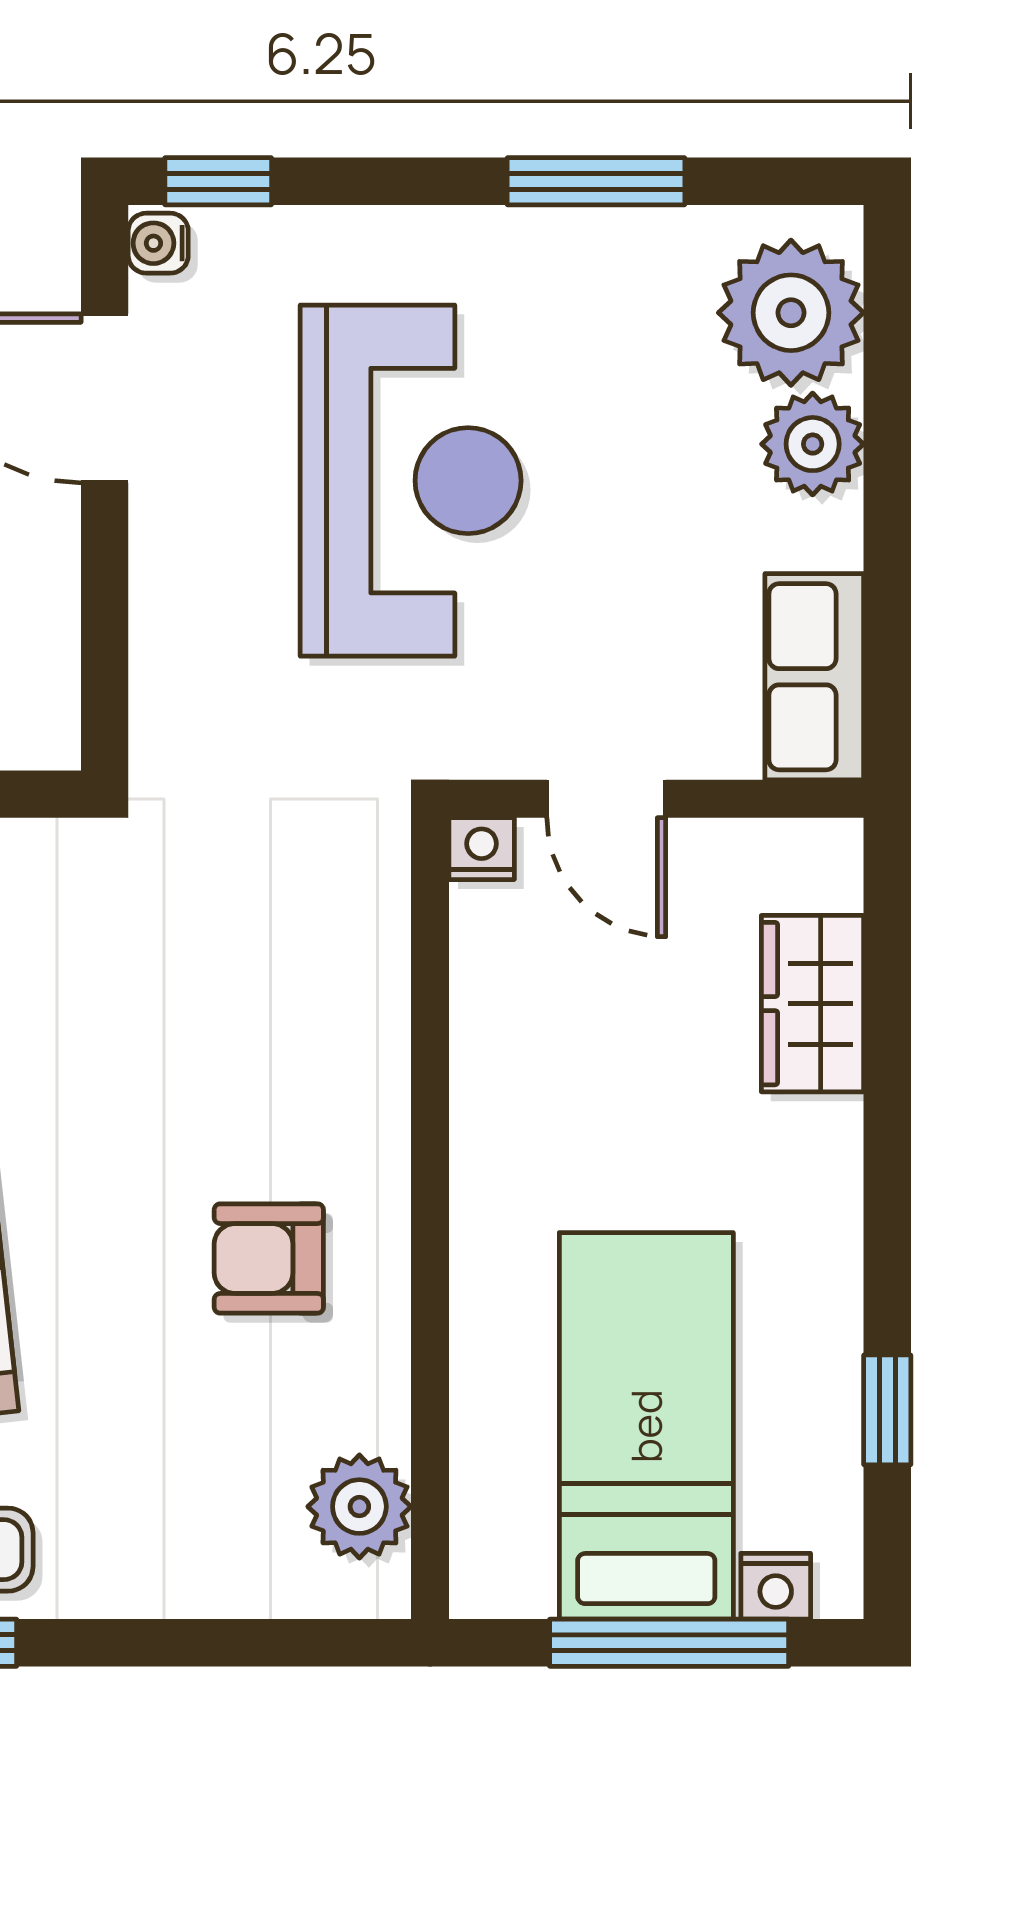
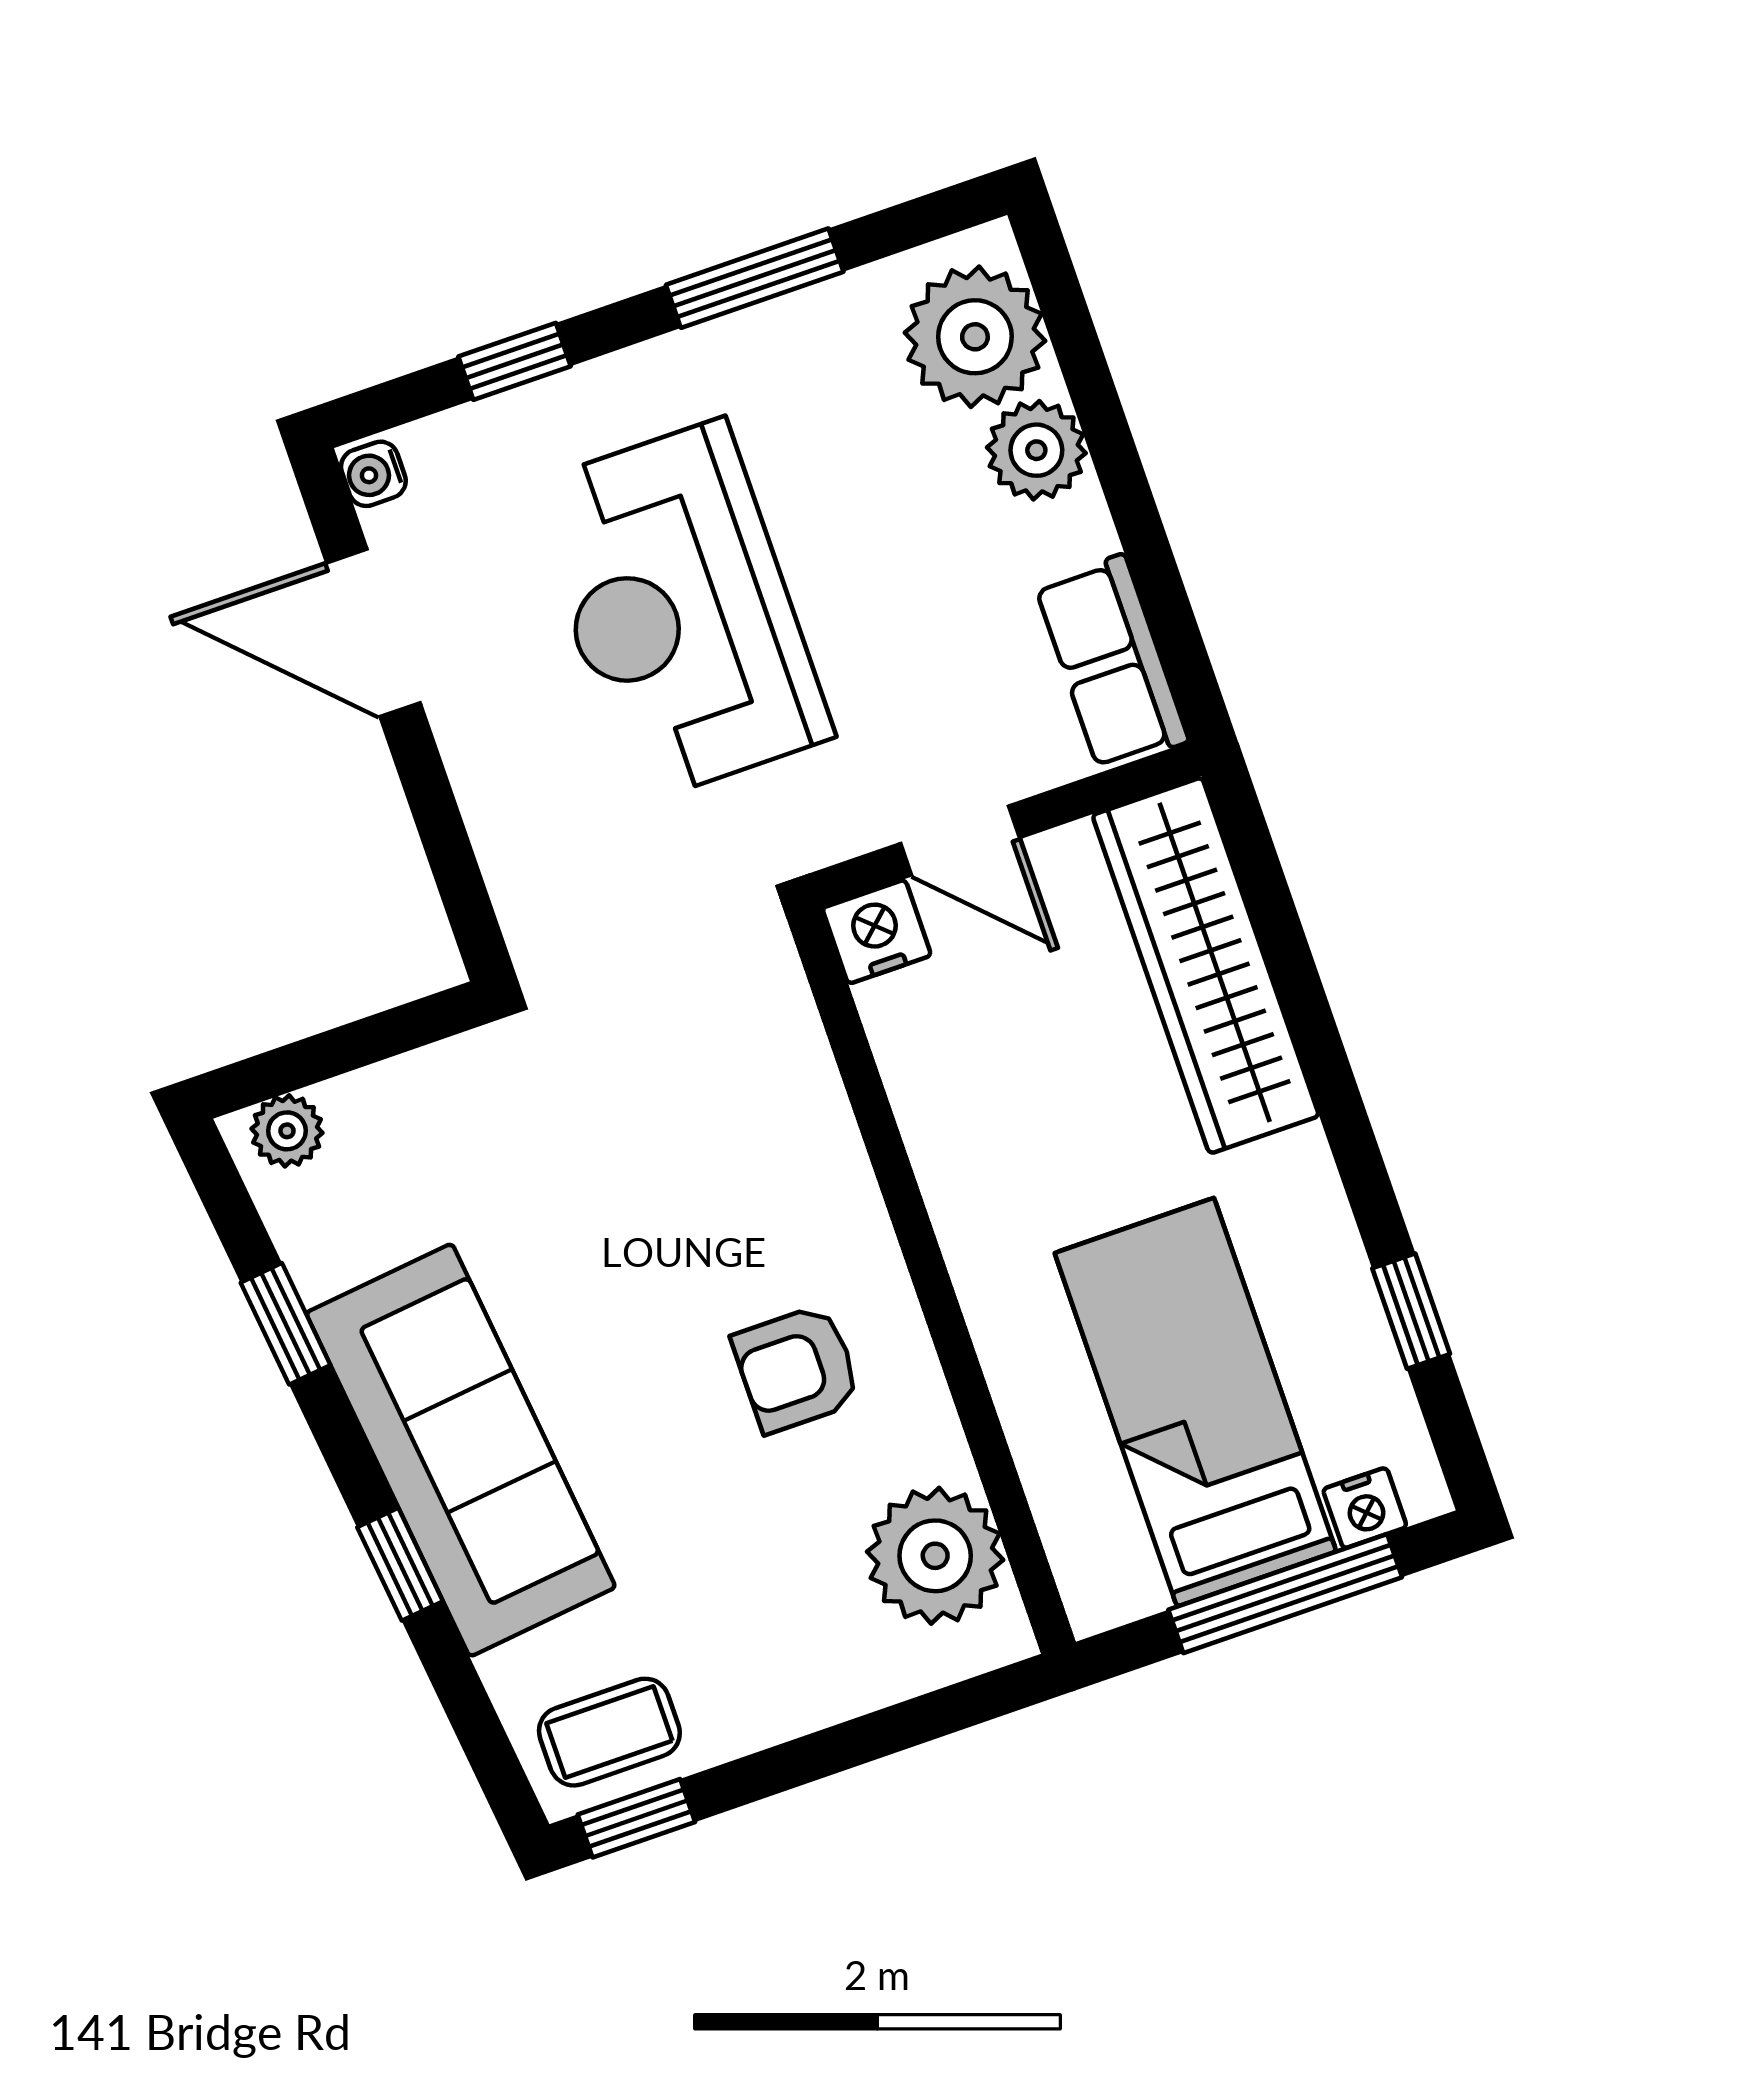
window: (218, 181) -> (515, 361), moved
reception desk: (411, 481) -> (680, 611), turned 180
nightstand: (482, 849) -> (877, 932), width x1.39, depth x1.35
wardrobe: (813, 1004) -> (1206, 966), width x2.10, depth x1.17
plant: (359, 1507) -> (935, 1556), width x1.36, depth x1.36

